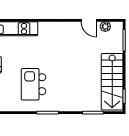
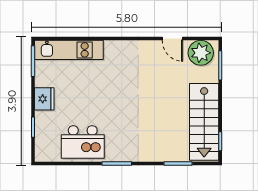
plant: (105, 26) -> (201, 53), width x1.87, depth x1.87
kitchen island: (34, 84) -> (83, 142), moved, turned -90

